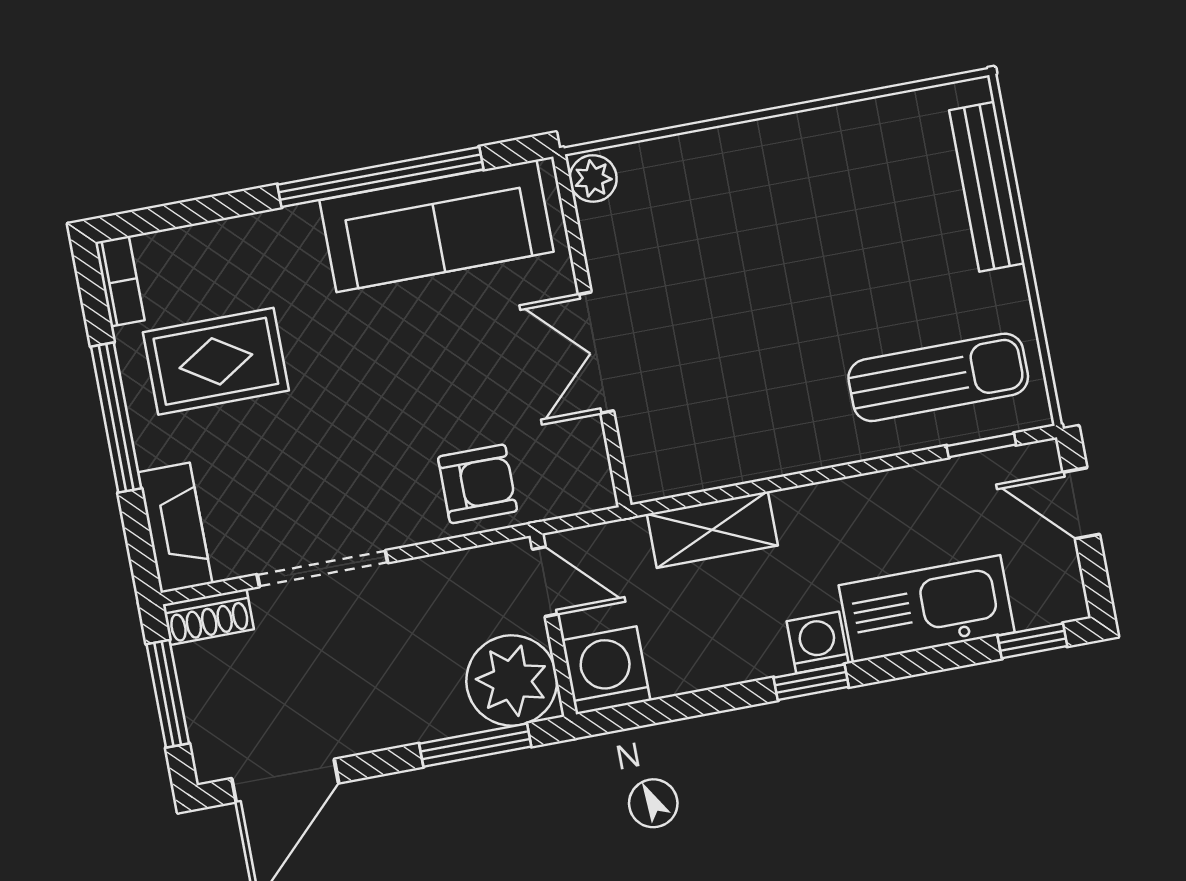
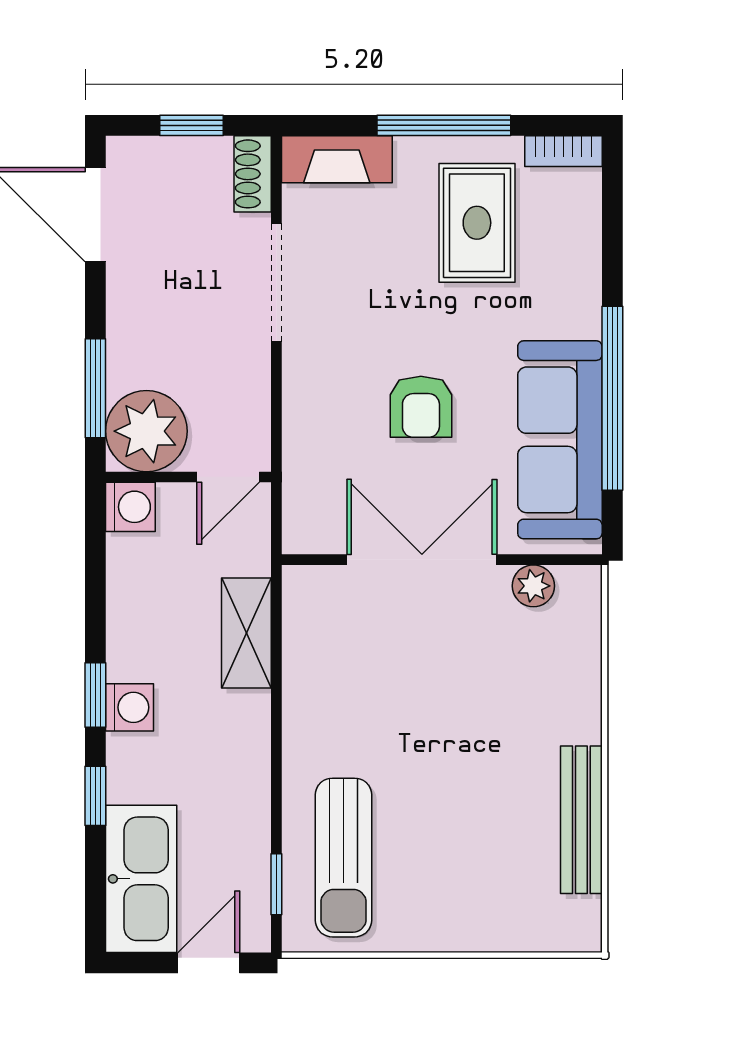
plant: (593, 178) -> (533, 586), moved
bench: (987, 187) -> (581, 820), moved, turned 90
double door: (596, 353) -> (422, 560), width x1.37
armchair: (478, 484) -> (421, 407), moved
kitchen sink: (927, 609) -> (141, 879), moved
window: (1032, 641) -> (95, 796), moved
washing machine: (606, 670) -> (130, 507), width x0.73, depth x0.73
window: (168, 694) -> (191, 125), width x0.67

